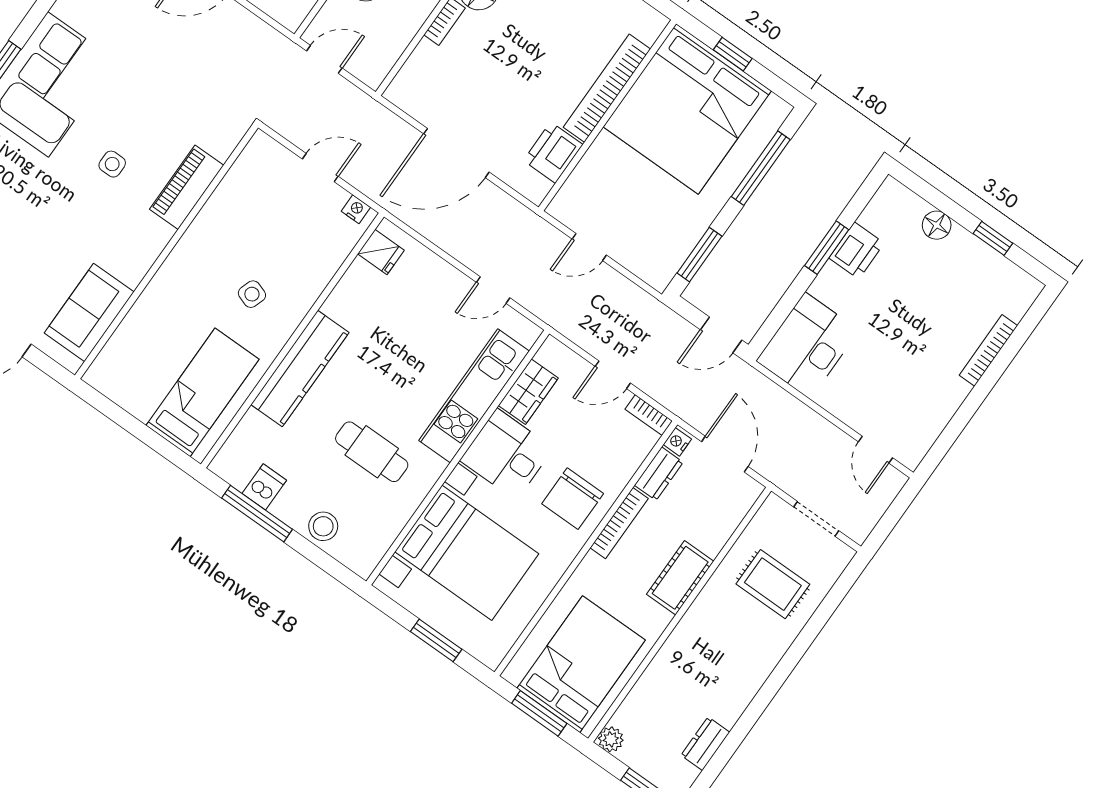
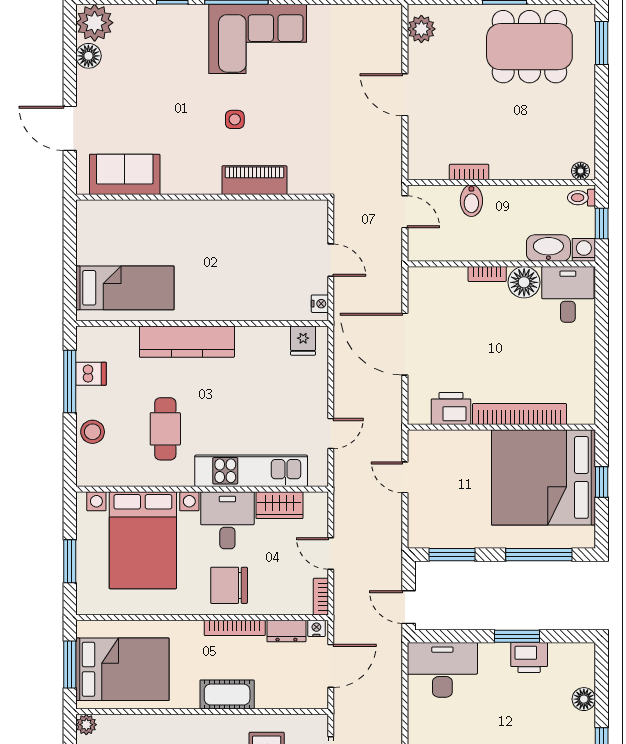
door: (493, 290) -> (331, 434), swing flipped
side table: (252, 294) -> (214, 274), removed

